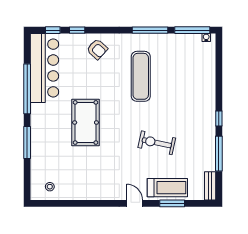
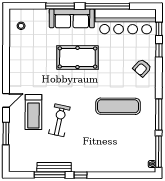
sofa: (41, 129) -> (72, 18), added
bench: (210, 186) -> (54, 167), moved, width x1.36
treadmill: (167, 188) -> (33, 112), moved

